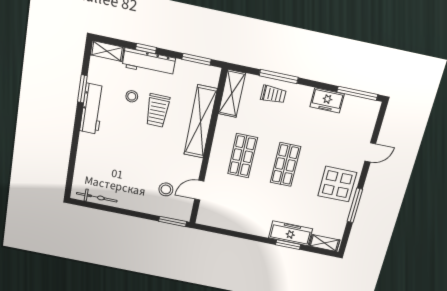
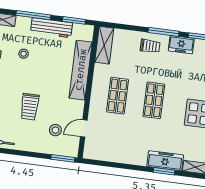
window: (146, 49) -> (33, 15), width x2.17
workbench: (149, 62) -> (51, 28), moved
window: (279, 77) -> (164, 32), moved
trolley: (273, 94) -> (150, 46), moved
trolley: (158, 110) -> (30, 107), moved

